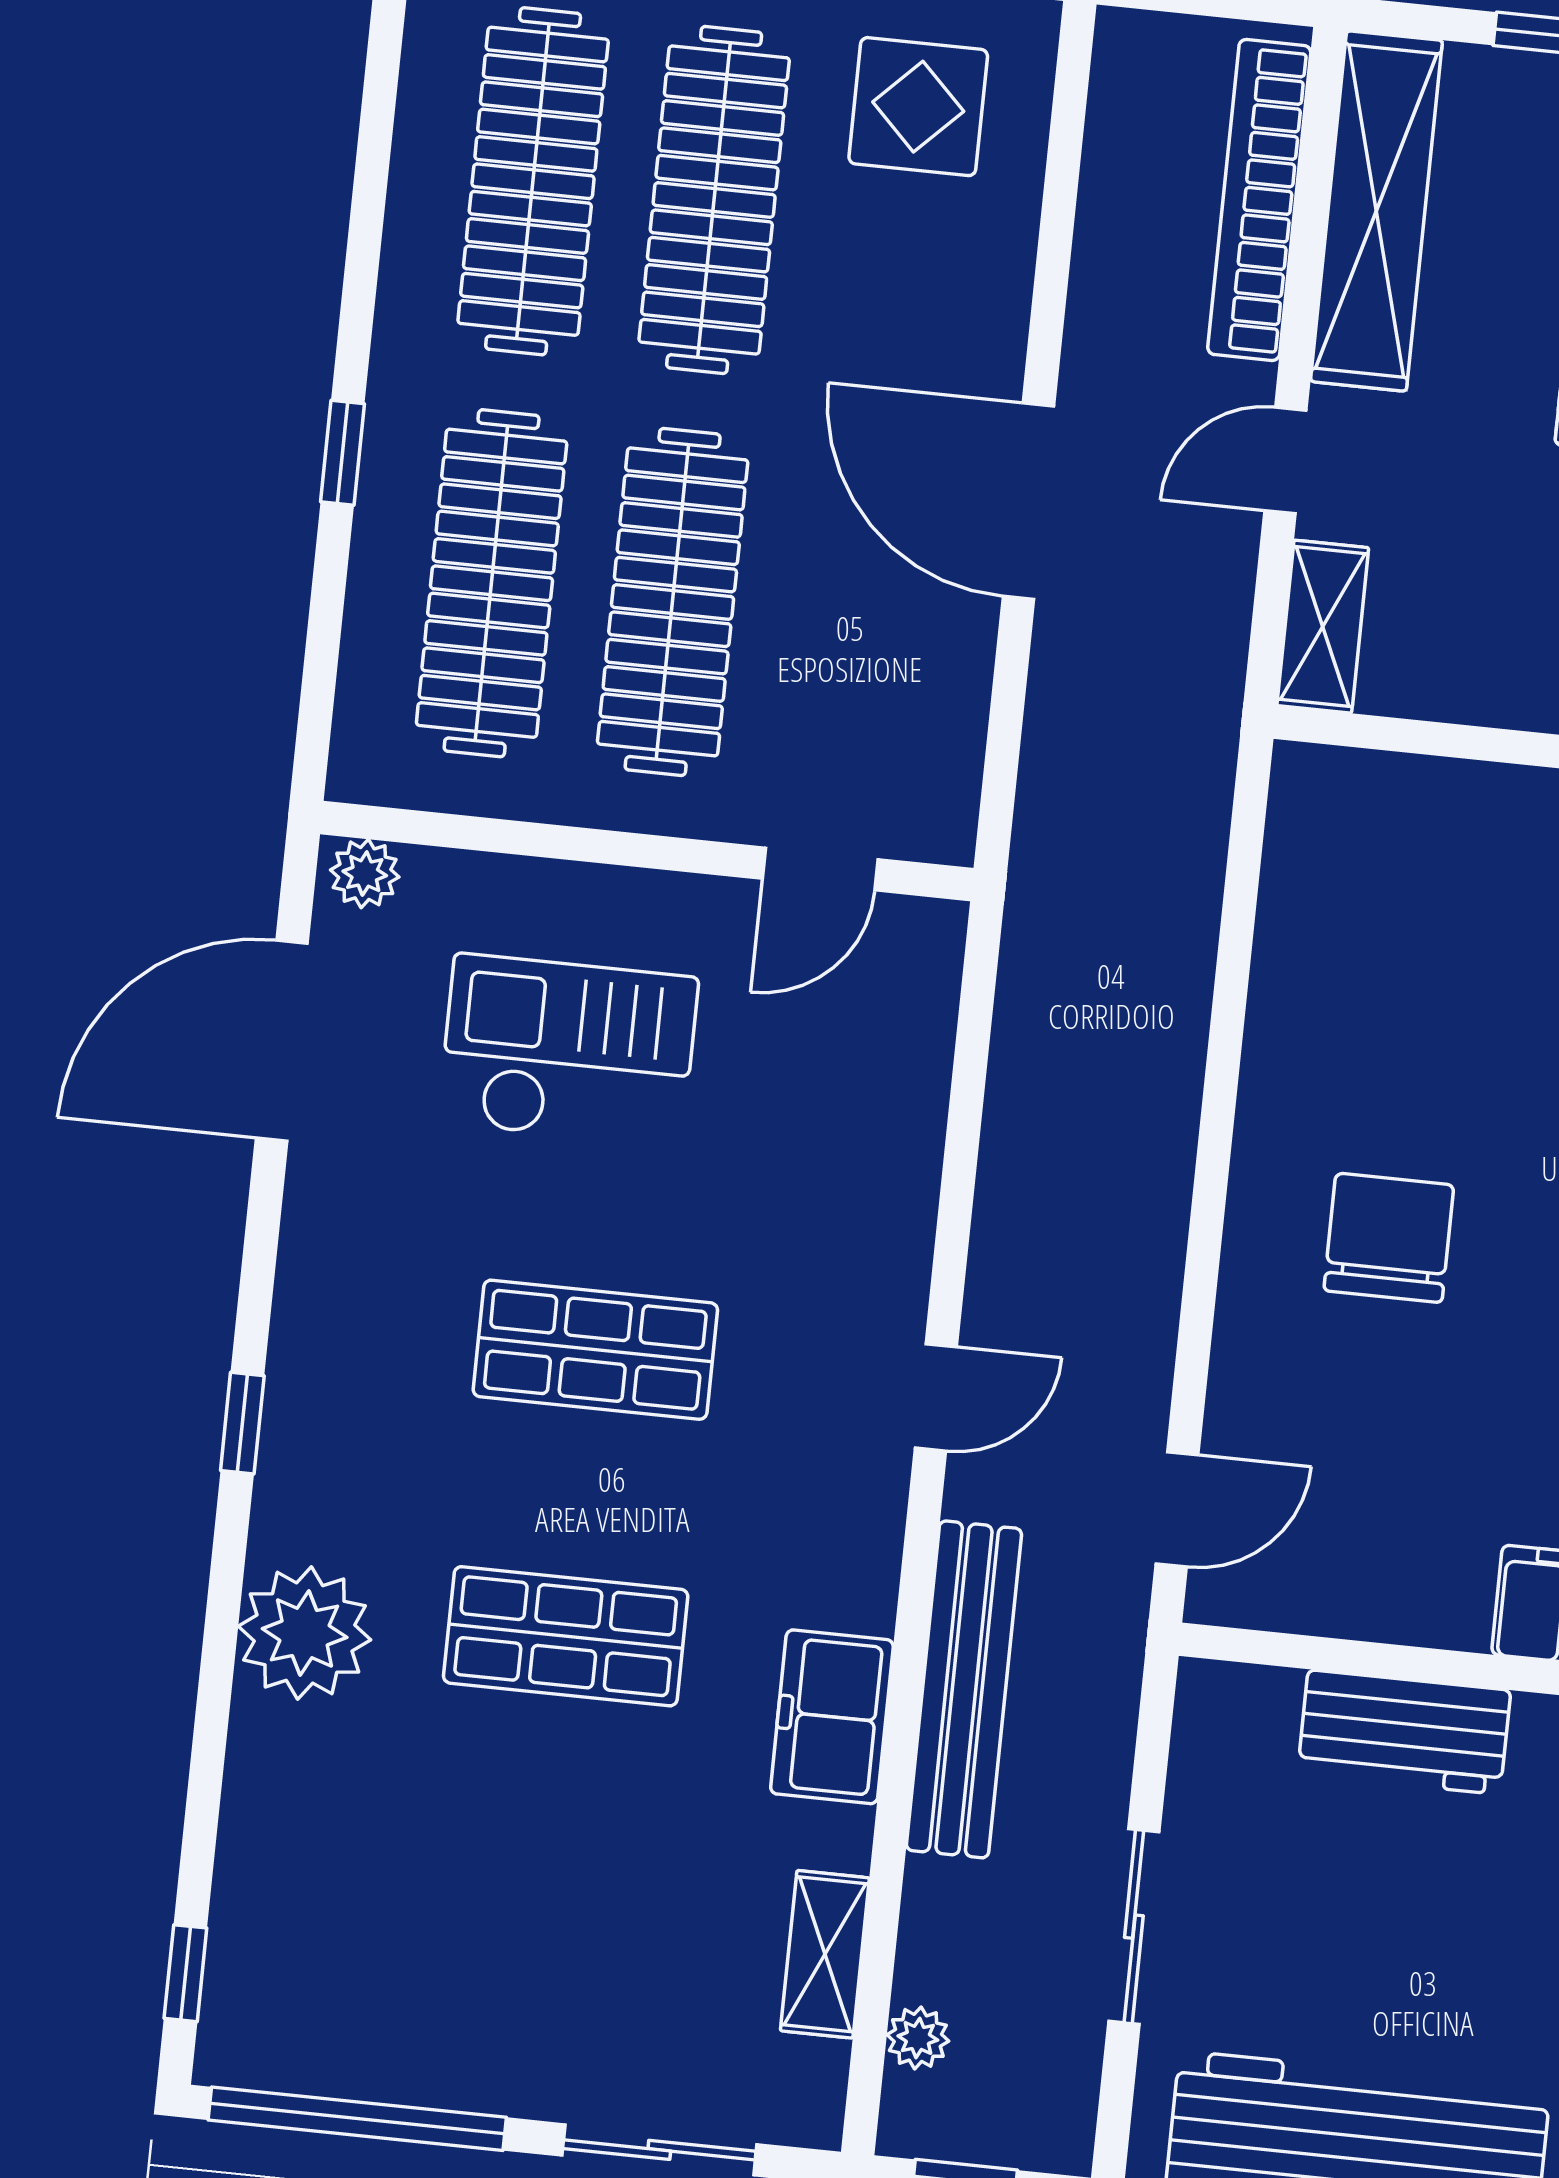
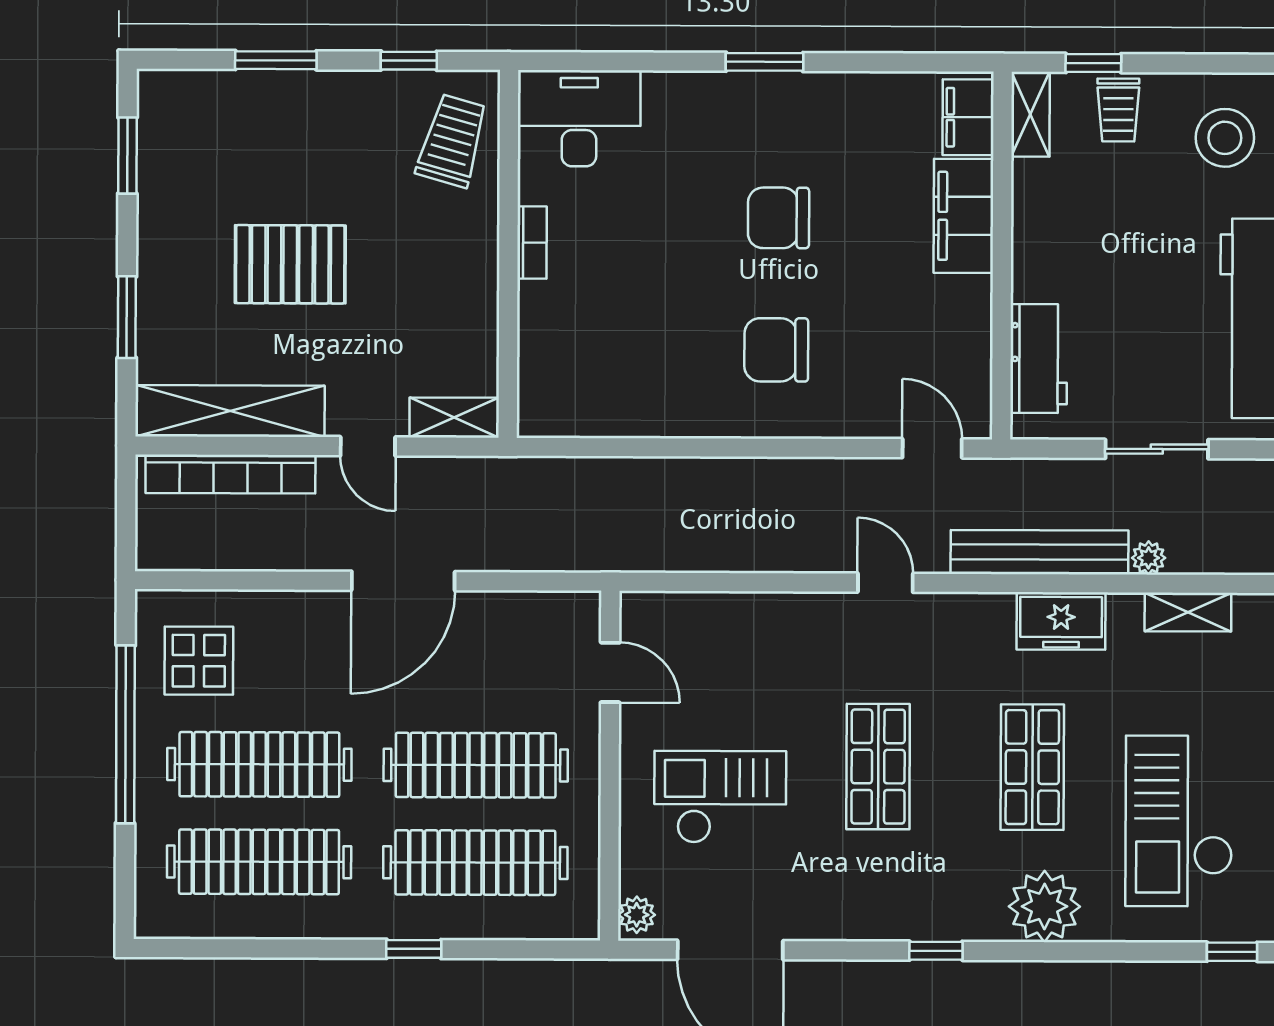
checkout: (568, 1051) -> (720, 797), turned 90
workbench: (1404, 1732) -> (1039, 358), moved
checkout: (438, 1899) -> (1179, 821), added
plant: (918, 2038) -> (1149, 558), moved

